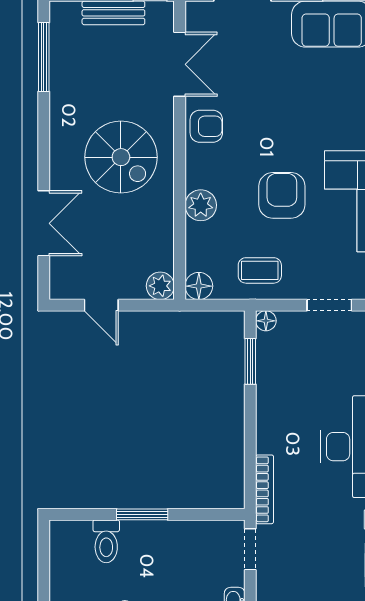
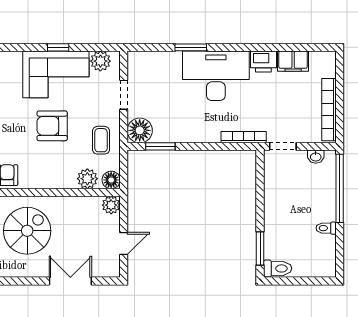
plant: (201, 205) -> (87, 179), moved
floor lamp: (266, 321) -> (140, 130), width x1.89, depth x1.89
window: (142, 514) -> (260, 248), moved
toilet: (106, 541) -> (278, 268), moved

